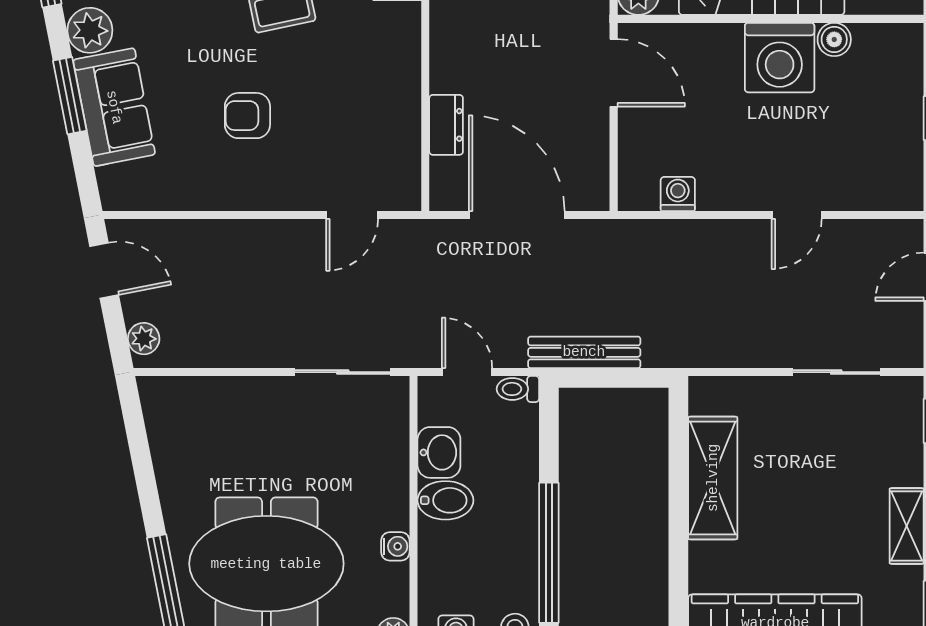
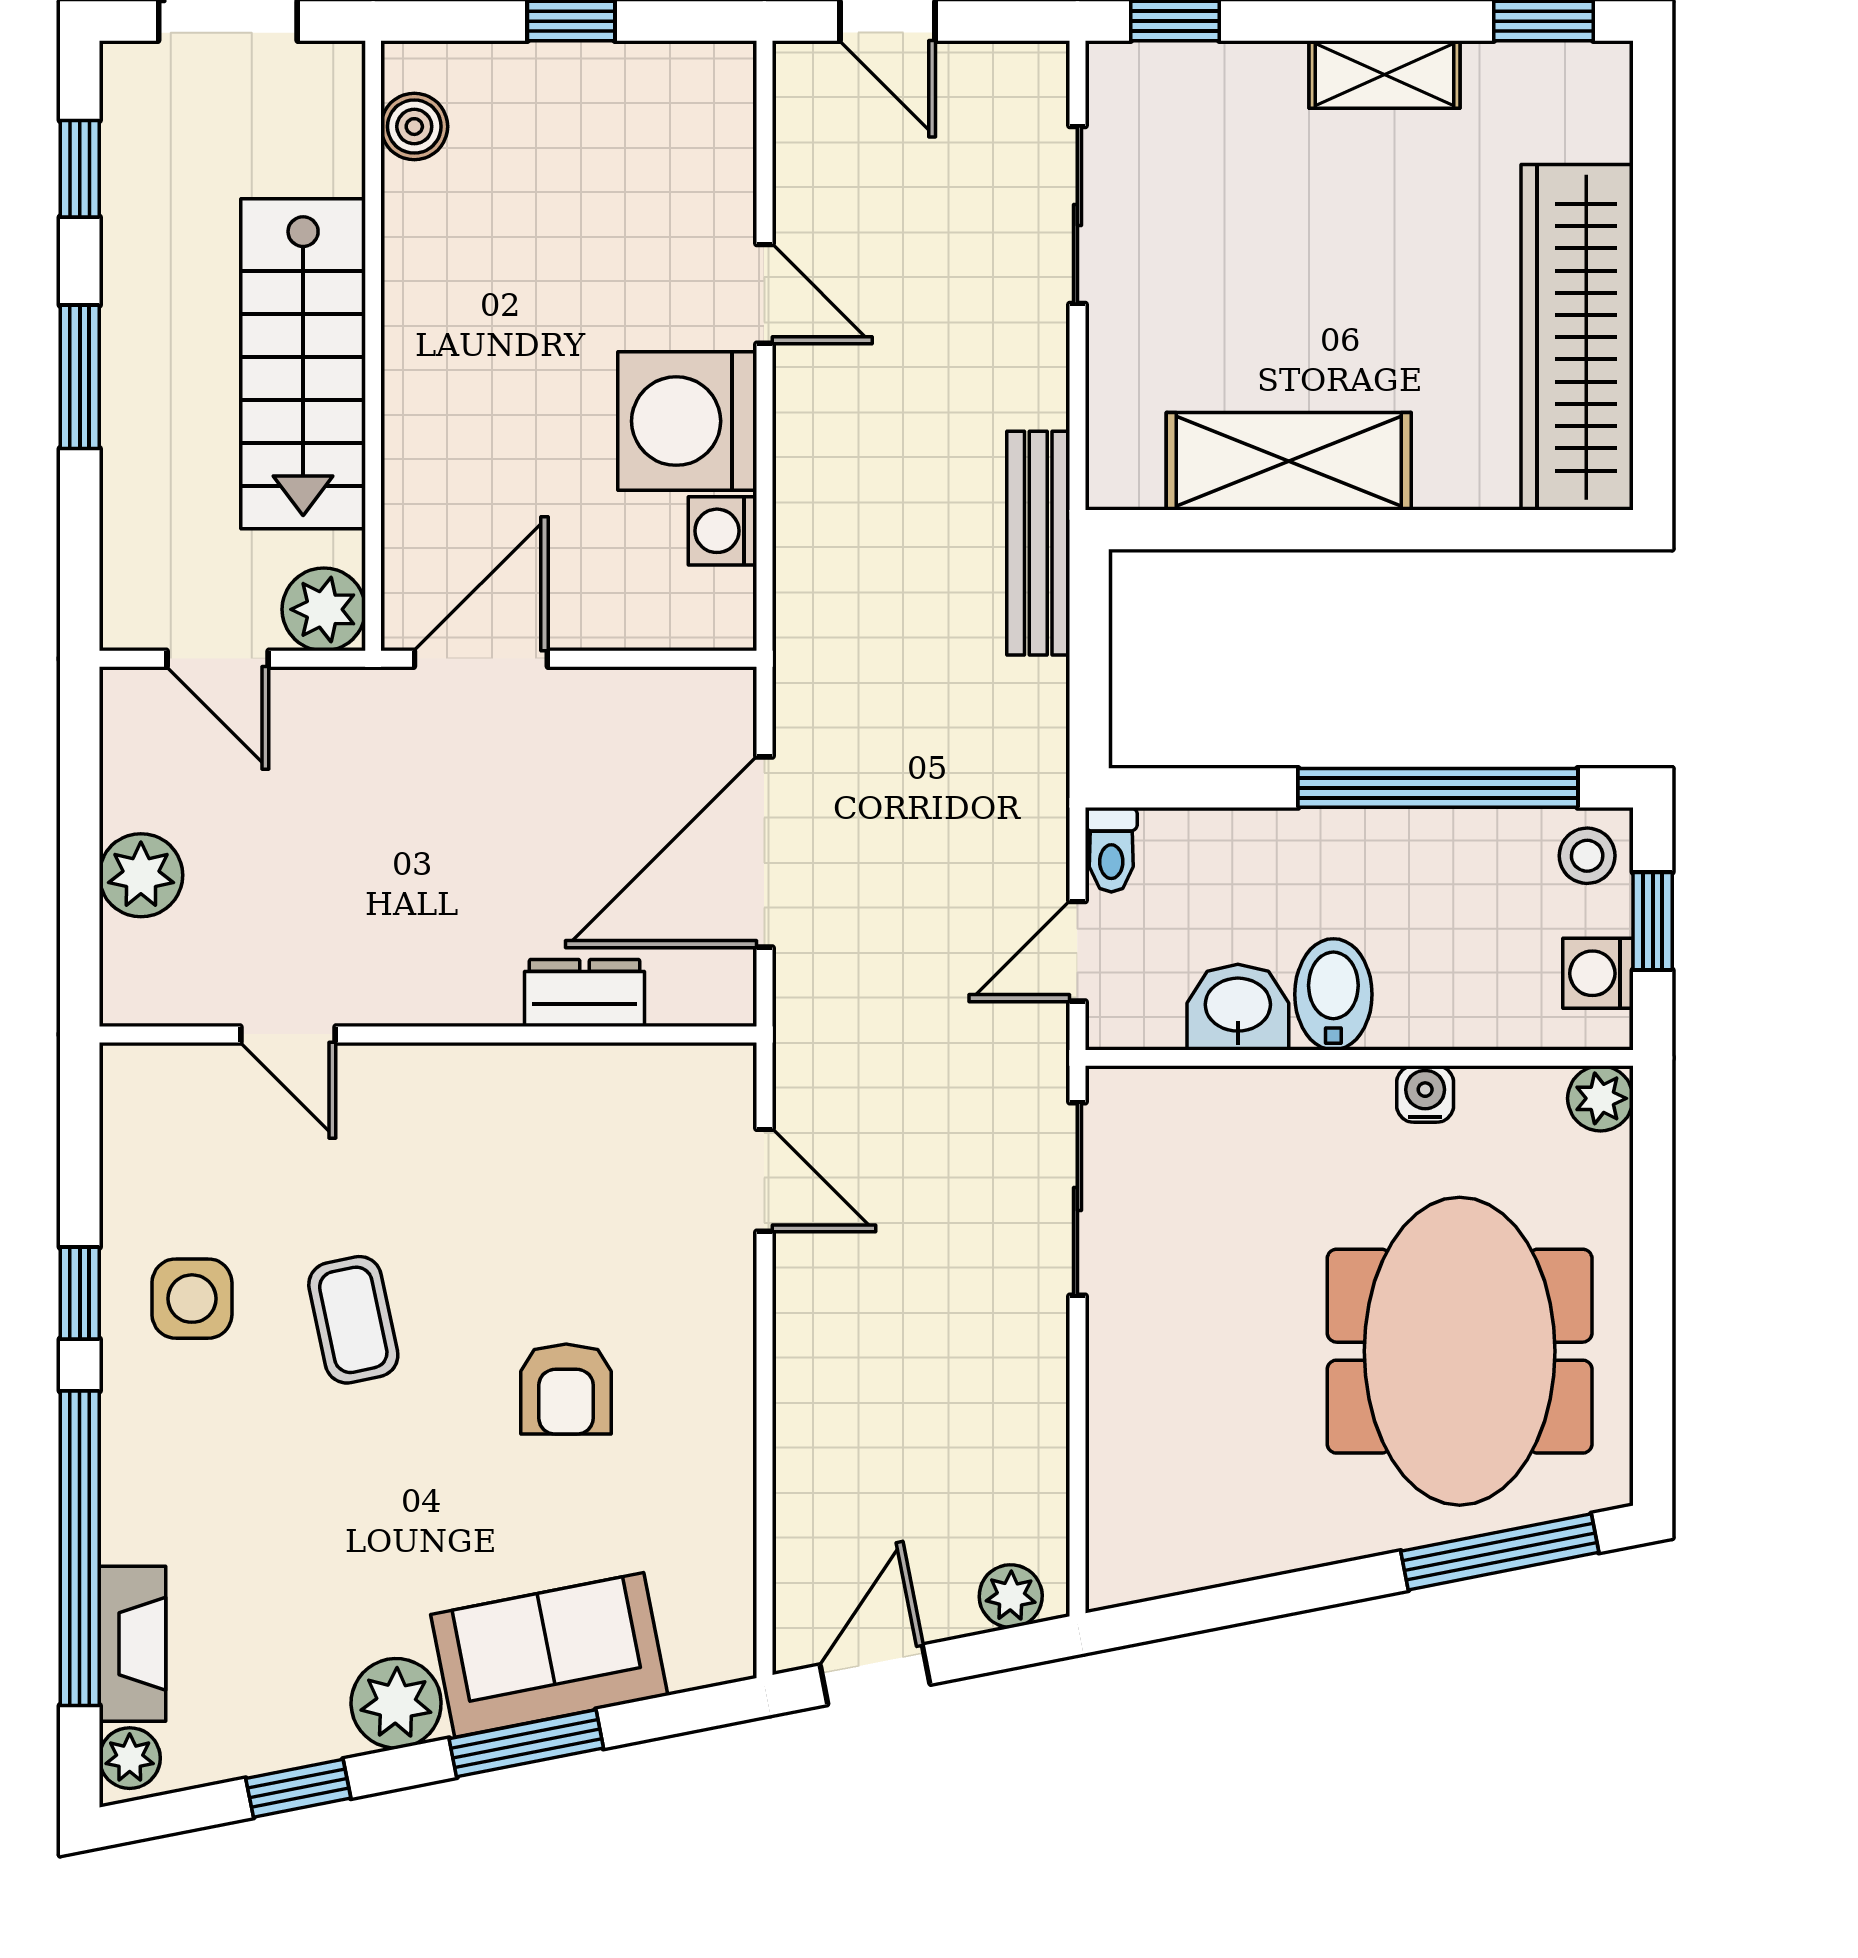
boiler: (834, 39) -> (414, 127), moved
washing machine: (780, 58) -> (687, 421), moved, turned 180
bench: (584, 352) -> (1038, 543), moved

